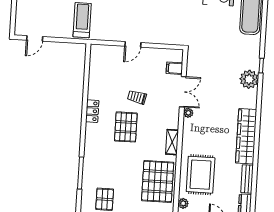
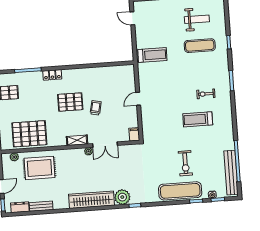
door: (133, 44) -> (138, 99), hinge flipped
filing cabinet: (174, 68) -> (134, 134), moved
locker: (92, 111) -> (52, 75), moved
wardrobe: (246, 136) -> (91, 200), moved
shelving: (172, 142) -> (77, 140), moved

